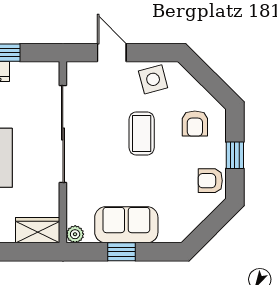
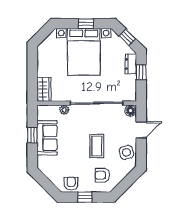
floor lamp: (77, 72) -> (131, 111), added
coffee table: (142, 133) -> (97, 146), turned 90
plant: (75, 234) -> (64, 110), moved

